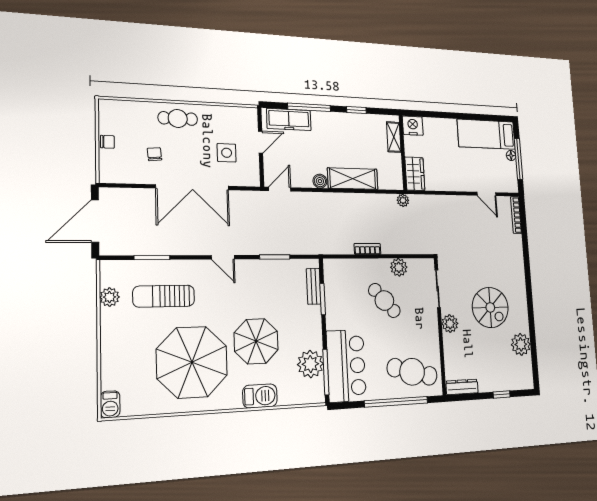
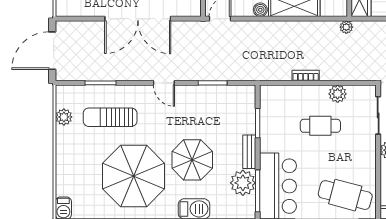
bench: (314, 286) -> (249, 152), moved
cafe table: (384, 300) -> (320, 126), turned -48

